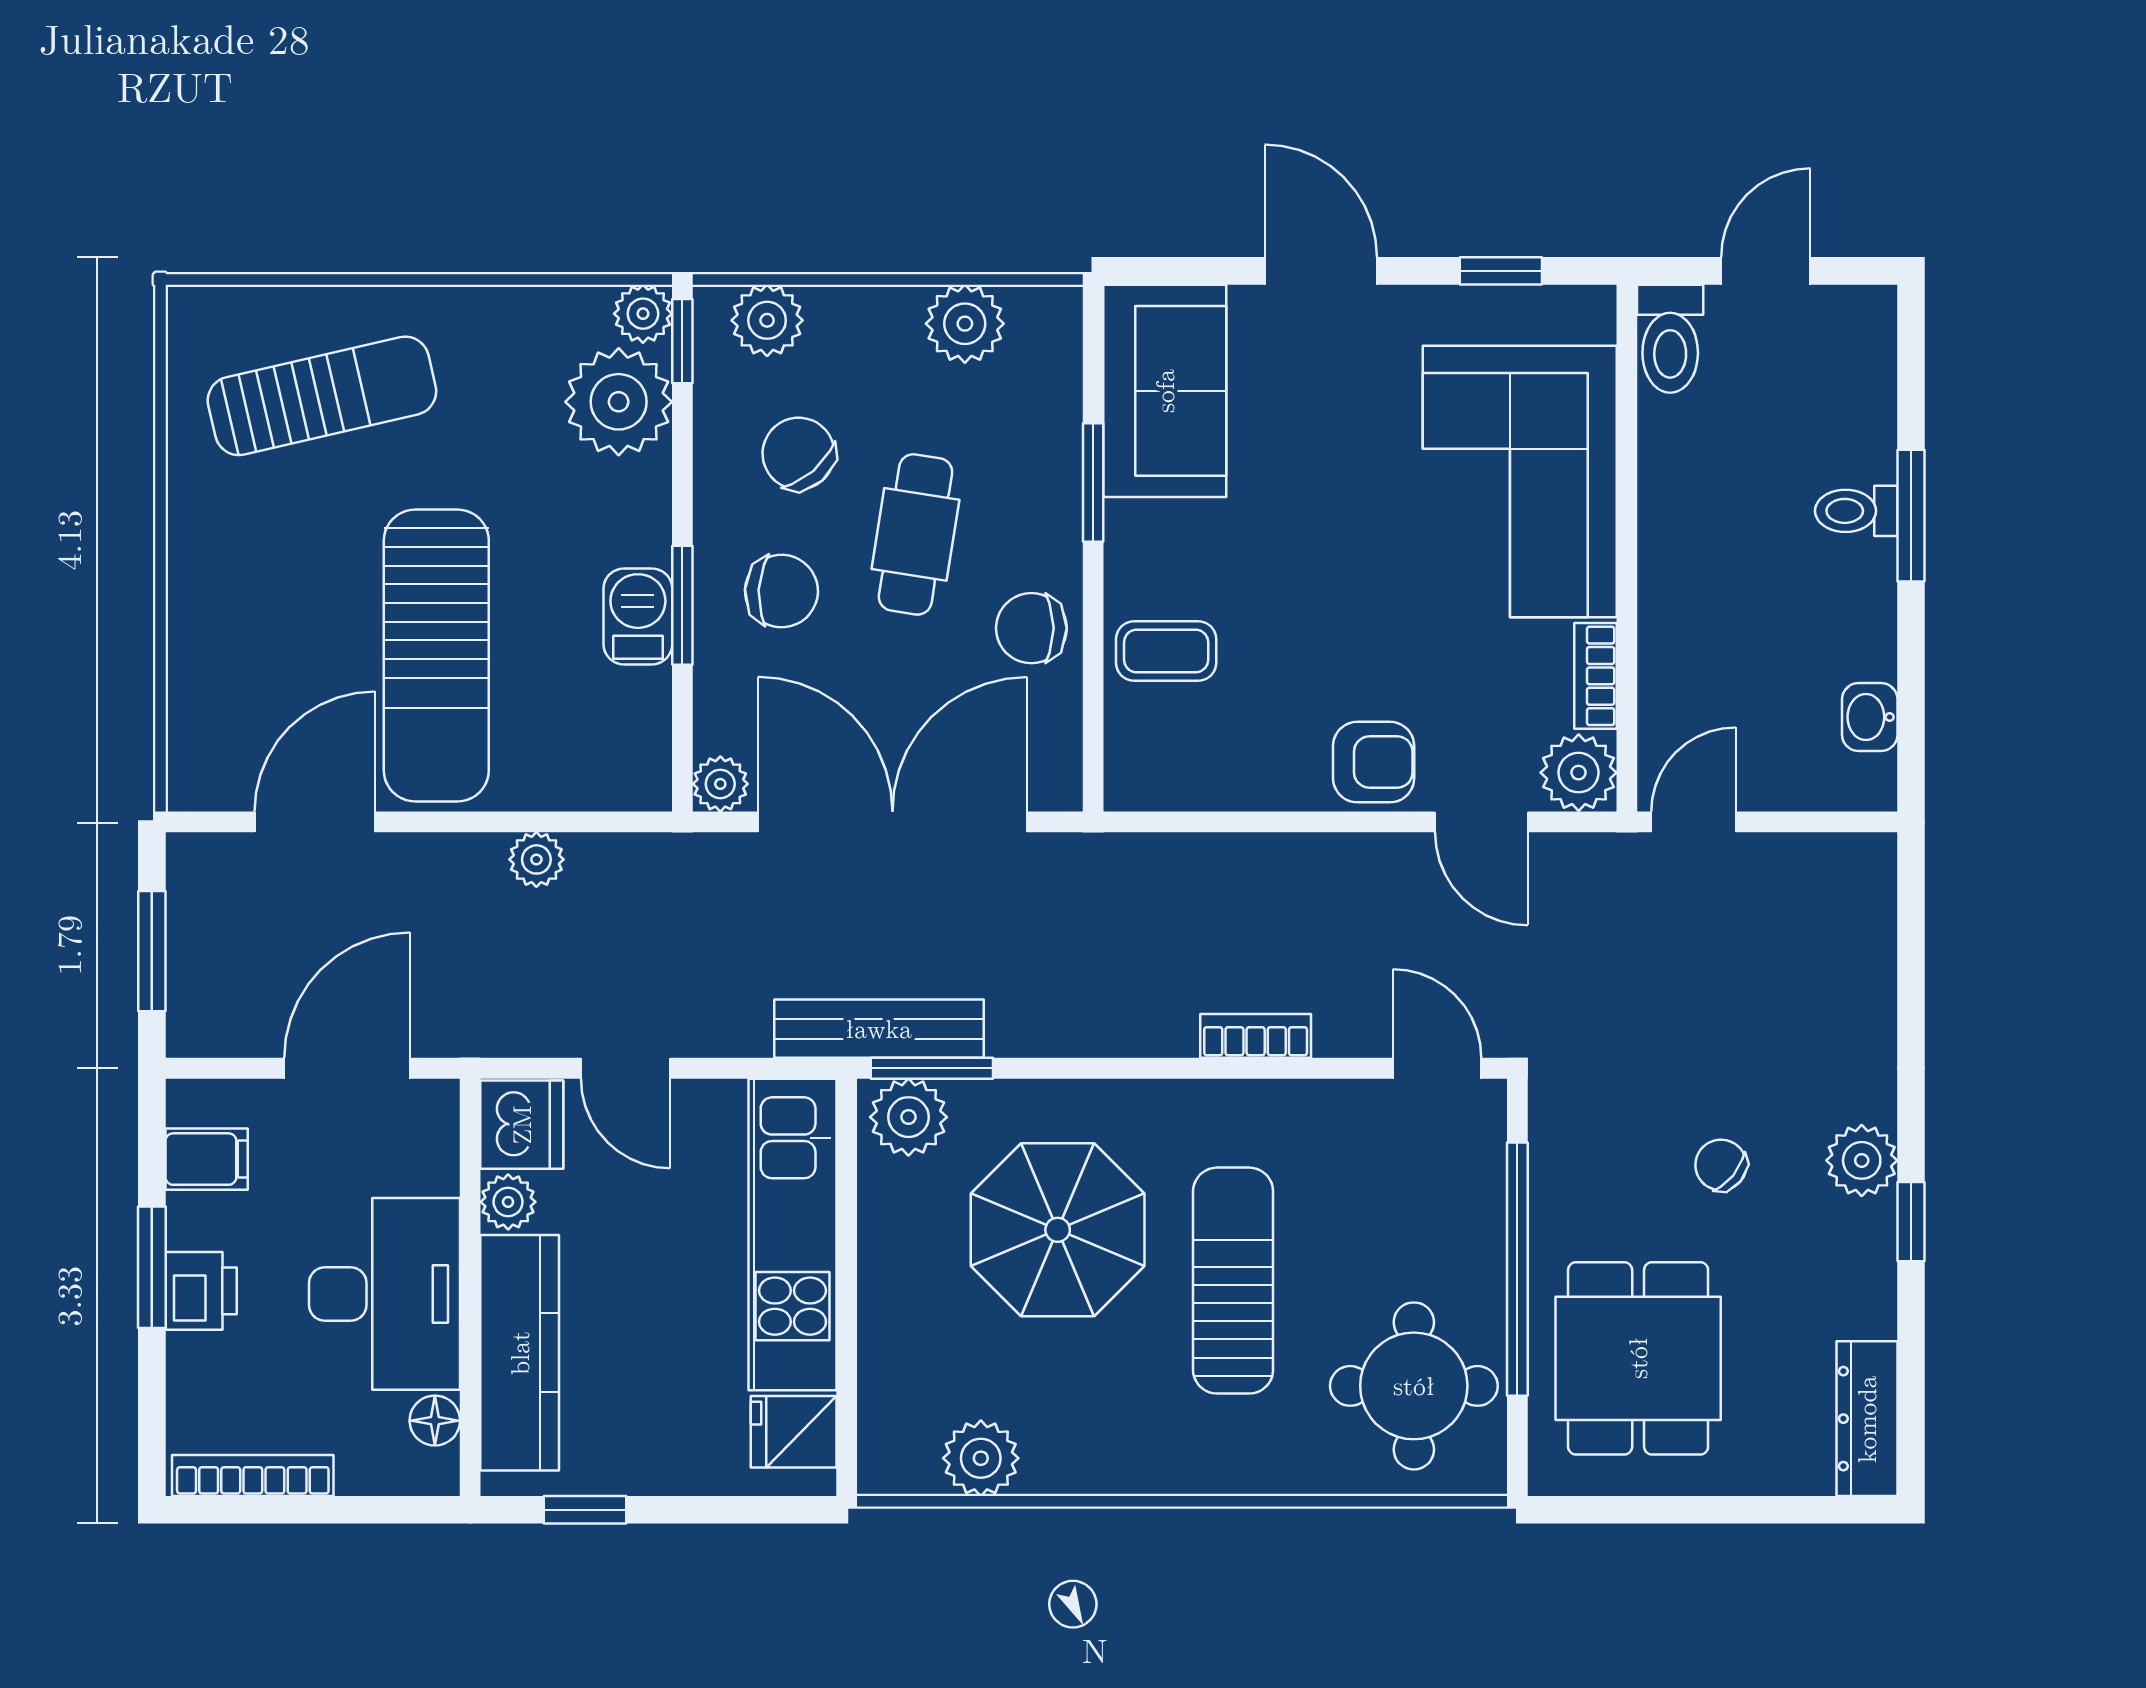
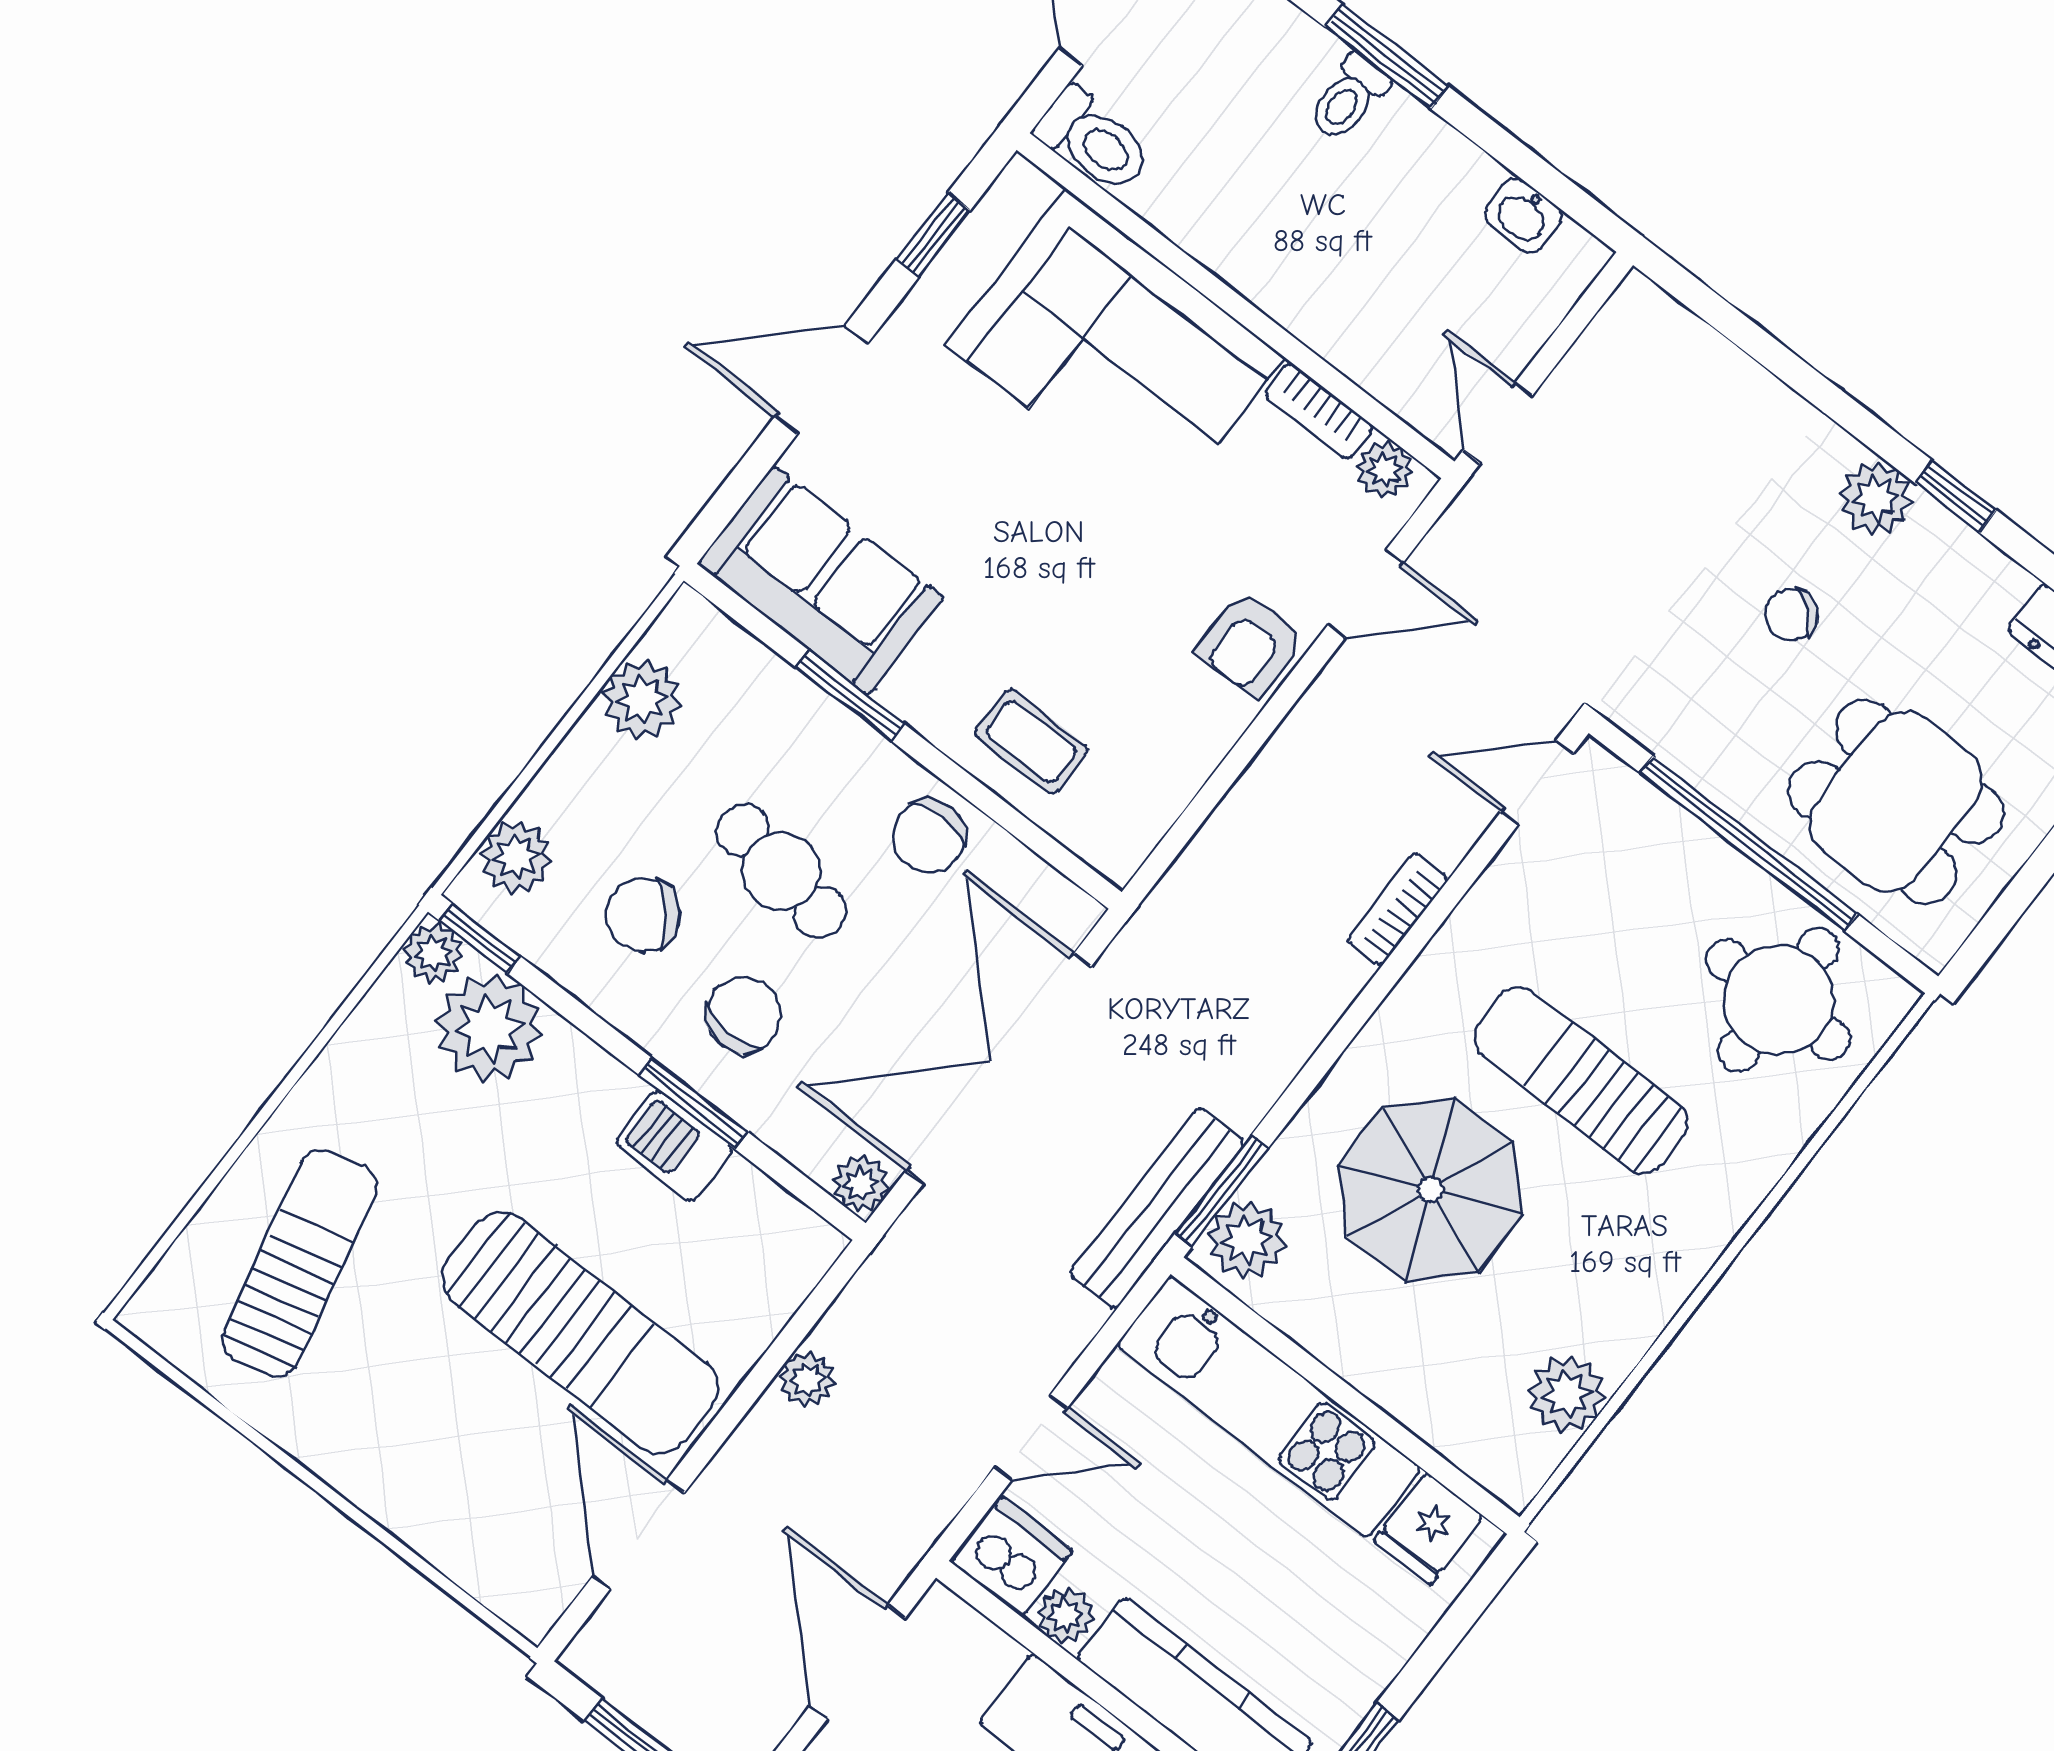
coffee table: (1166, 651) -> (1031, 742), turned 90
armchair: (1374, 762) -> (1250, 643), turned 180
plant: (1579, 773) -> (1384, 470), width x0.73, depth x0.73

